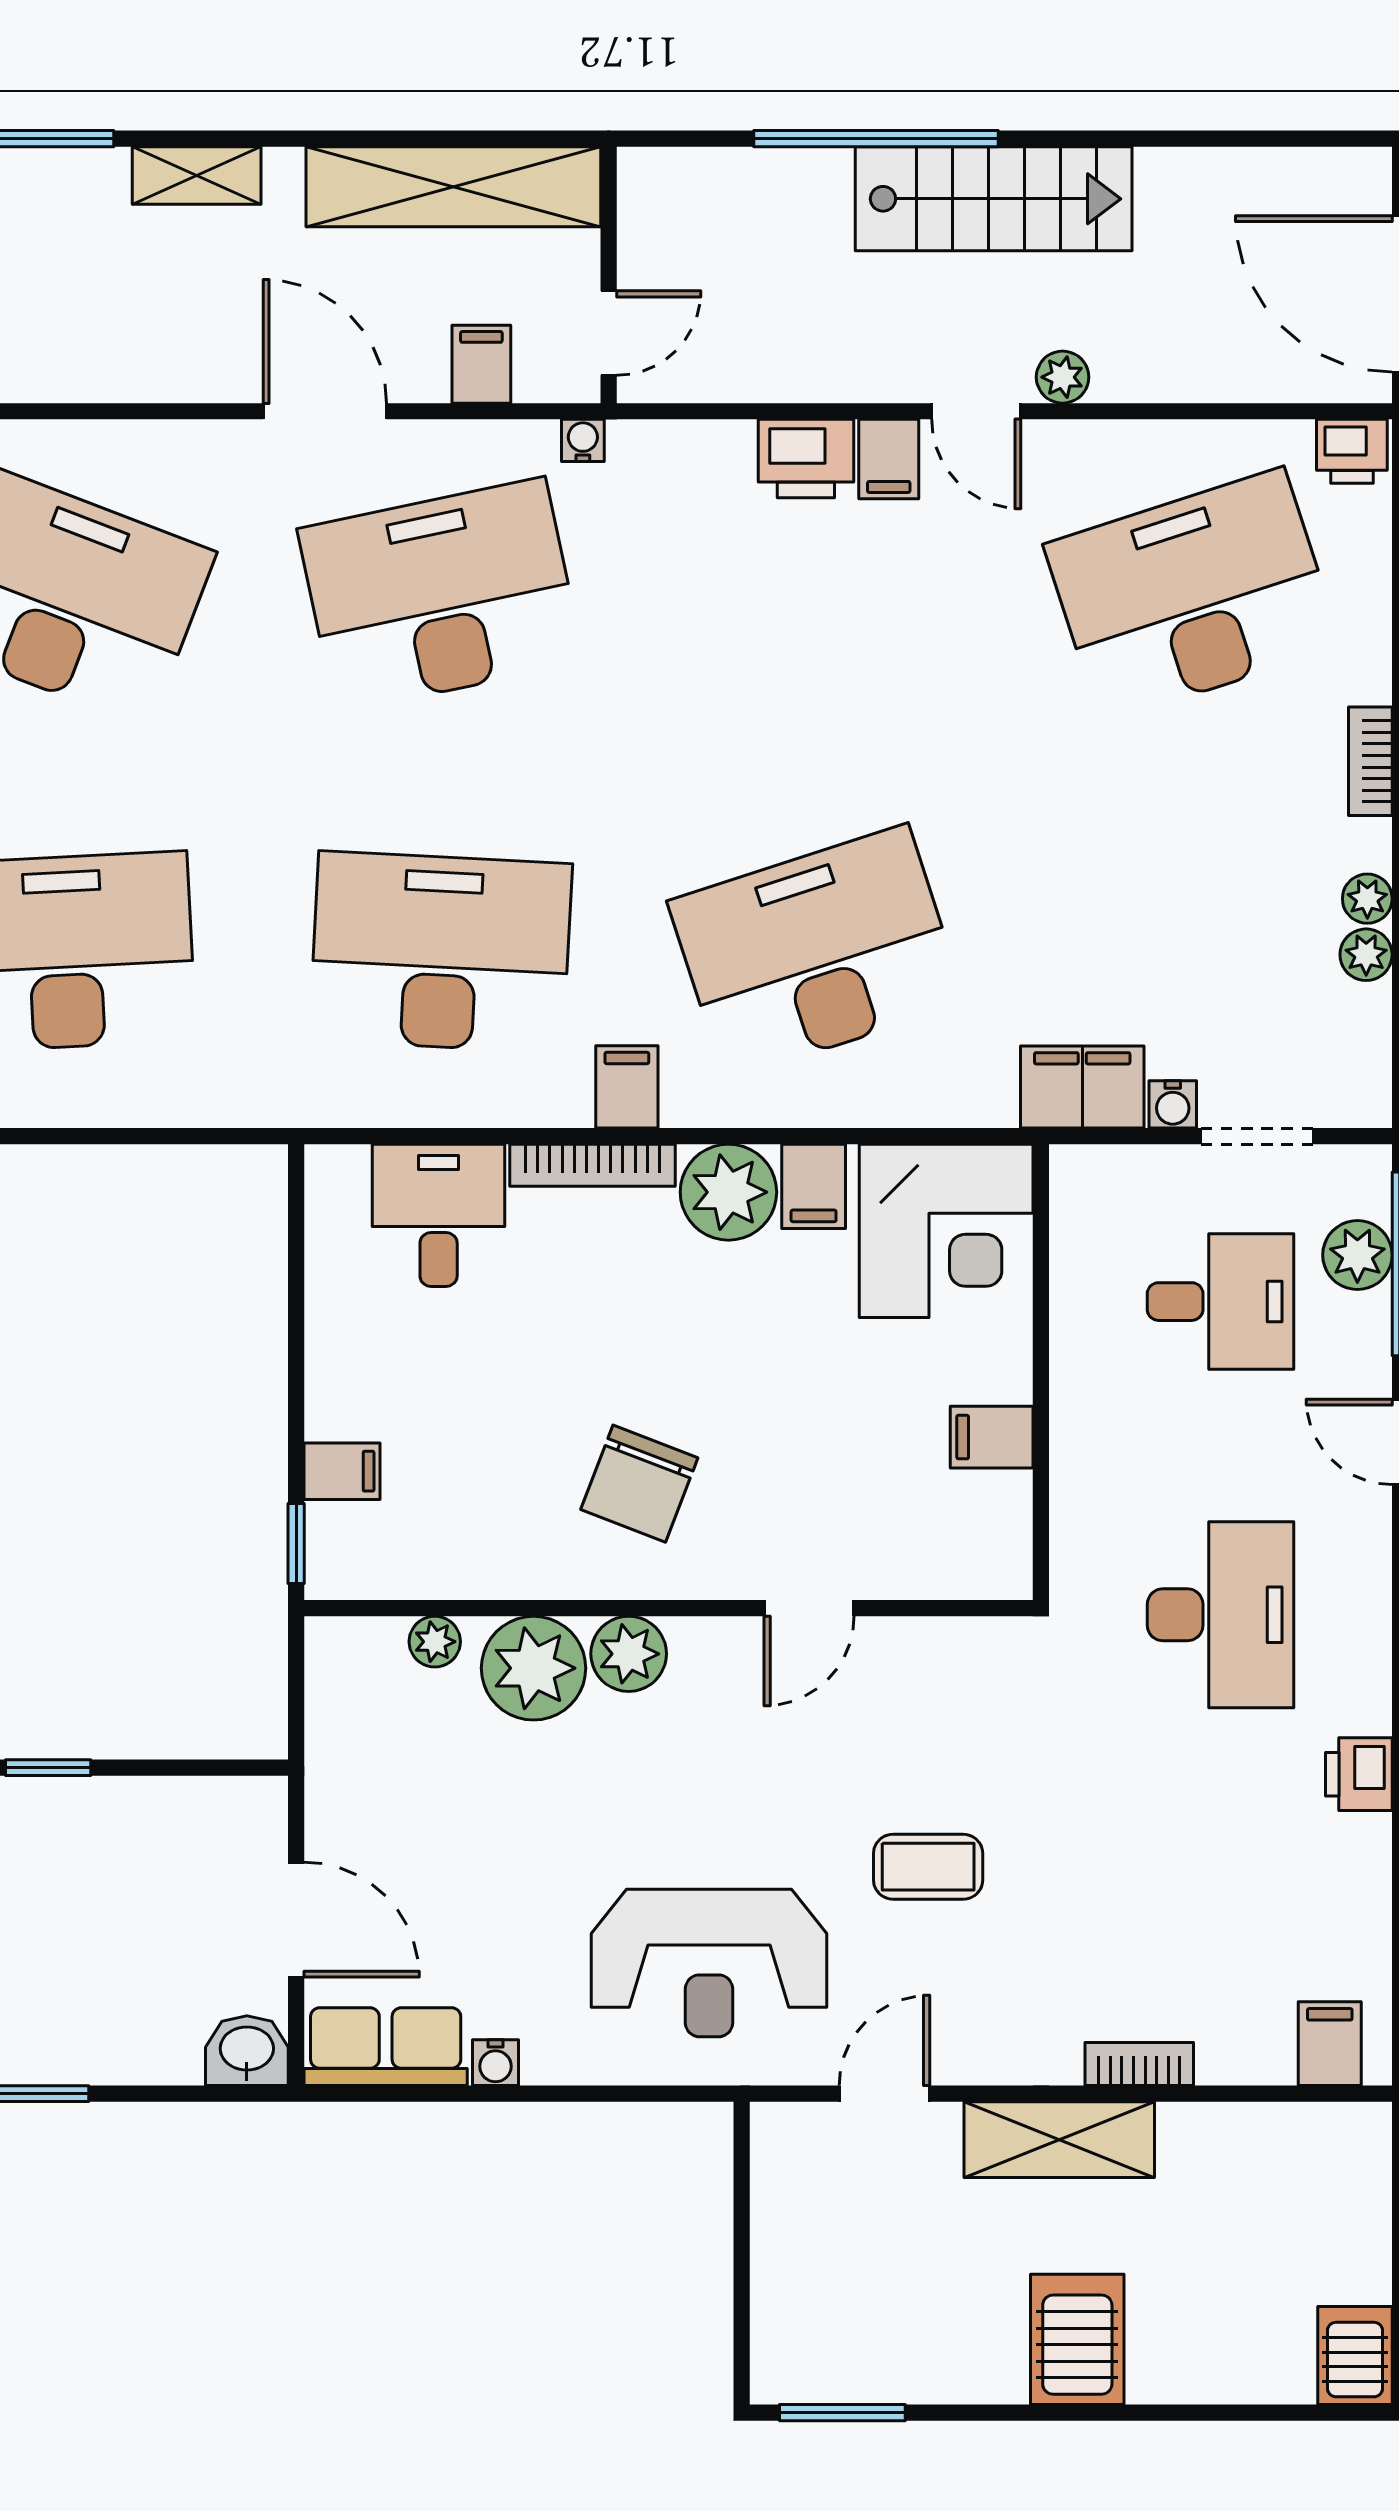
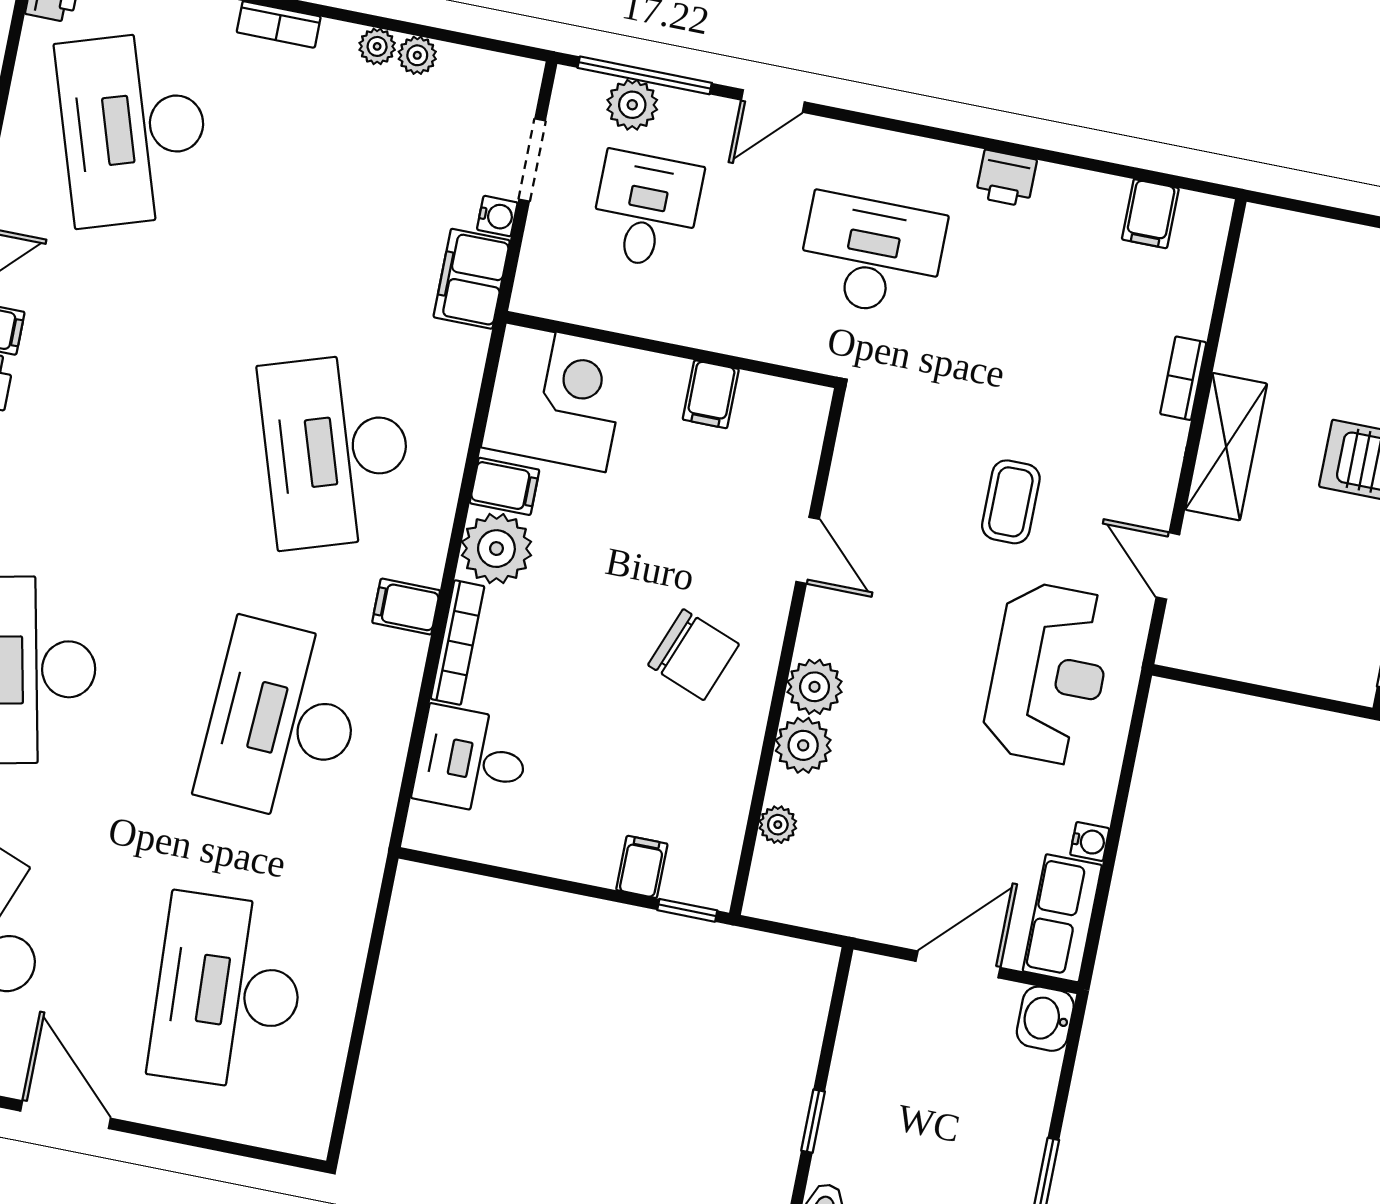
plant: (534, 1668) -> (803, 745), width x0.73, depth x0.73
filing cabinet: (1330, 2044) -> (1150, 214), moved, turned -90

